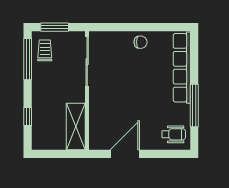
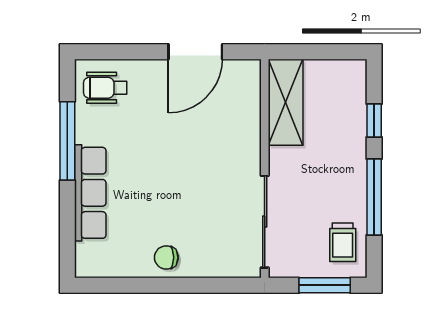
window: (28, 59) -> (374, 197), moved
row of seats: (182, 68) -> (90, 193), width x0.73

